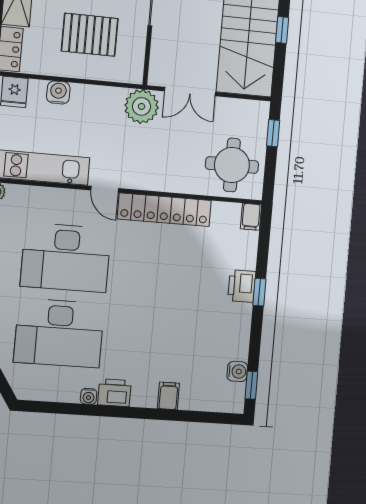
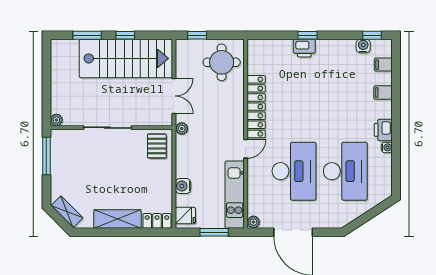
pallet: (90, 35) -> (157, 146), moved, width x0.67, depth x0.71
plant: (142, 106) -> (182, 129), width x0.53, depth x0.53
filing cabinet: (251, 217) -> (383, 65), moved, turned 180

